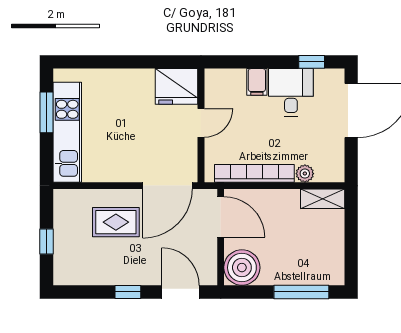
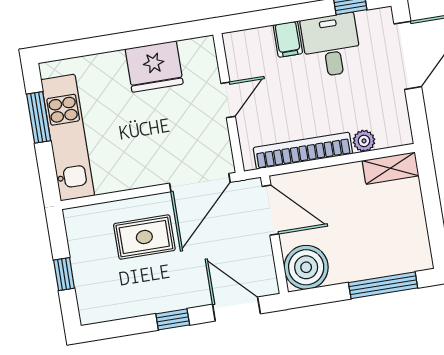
fridge: (177, 86) -> (154, 66), moved

